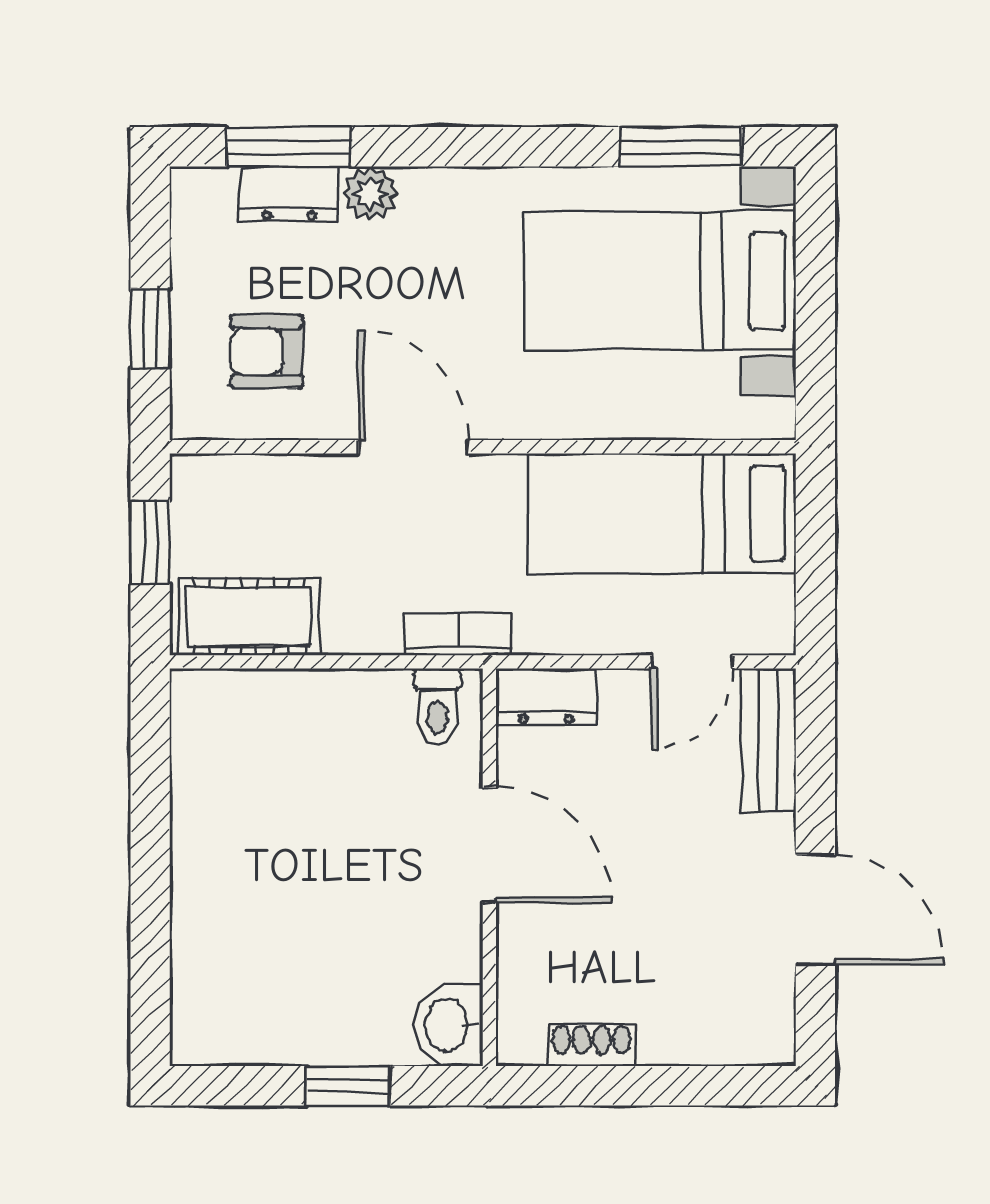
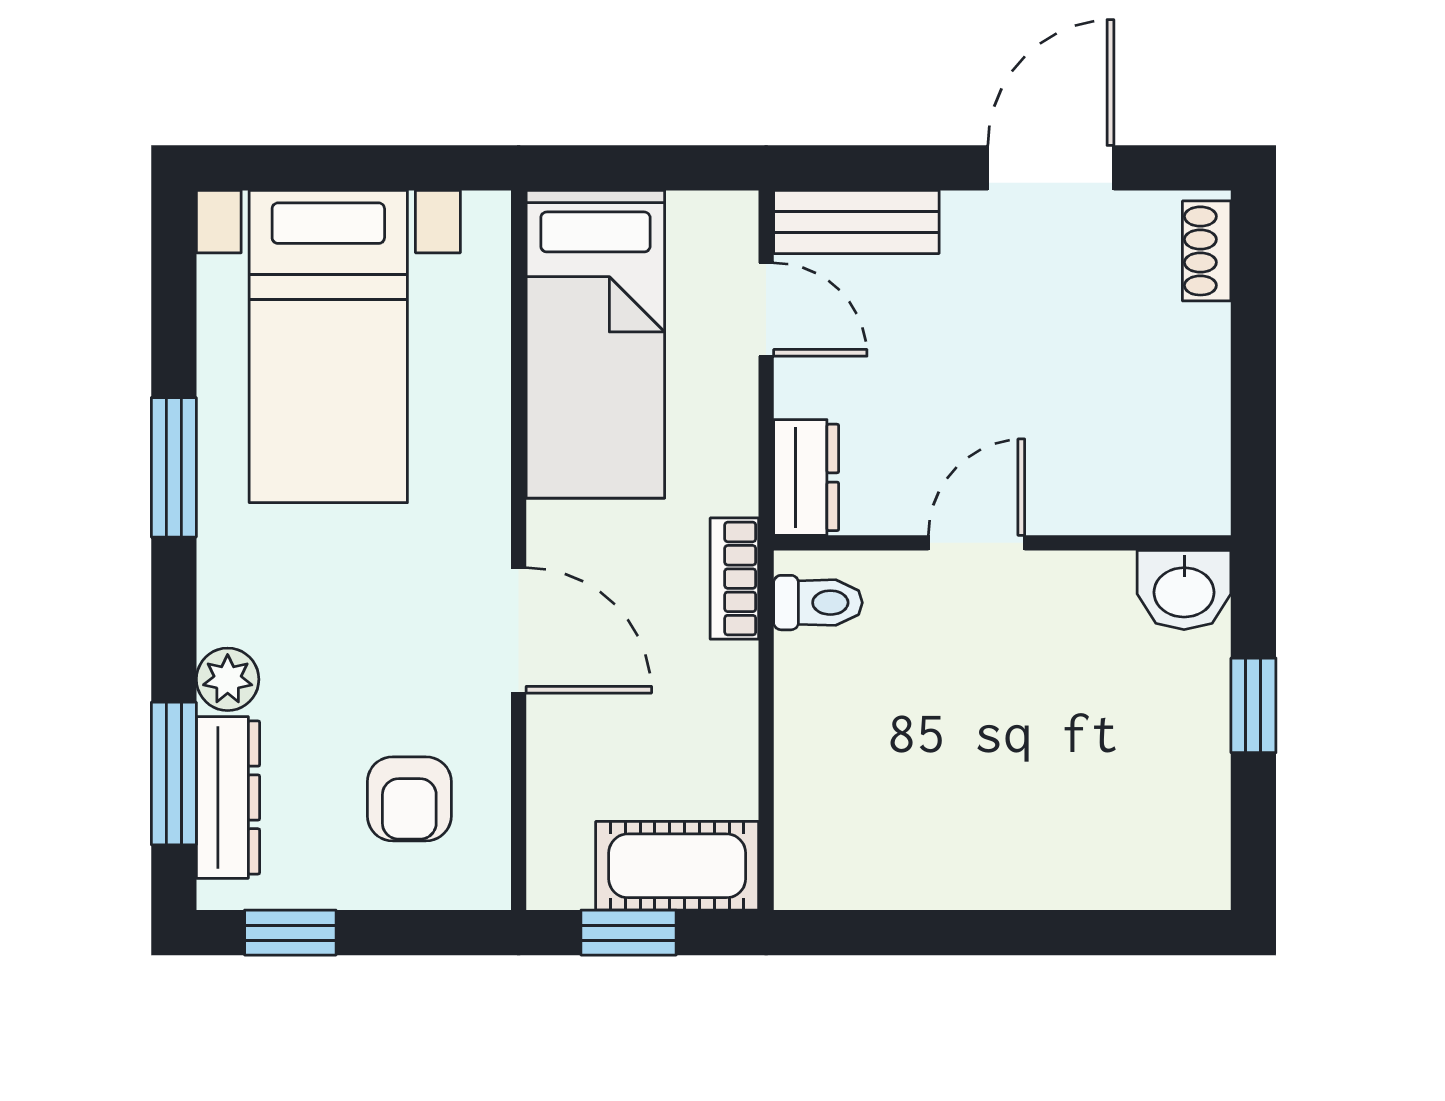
window: (681, 147) -> (174, 467), moved
dresser: (289, 194) -> (228, 797), width x1.44
window: (150, 328) -> (290, 933), moved
door: (413, 447) -> (519, 630), swing flipped
cot: (250, 617) -> (677, 866), moved, turned 90
door: (489, 845) -> (977, 543), width x0.73
shoe rack: (592, 1045) -> (1207, 251), moved

